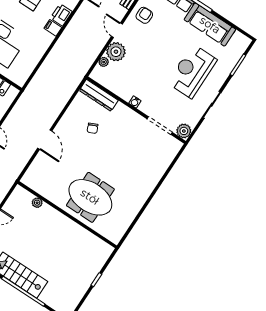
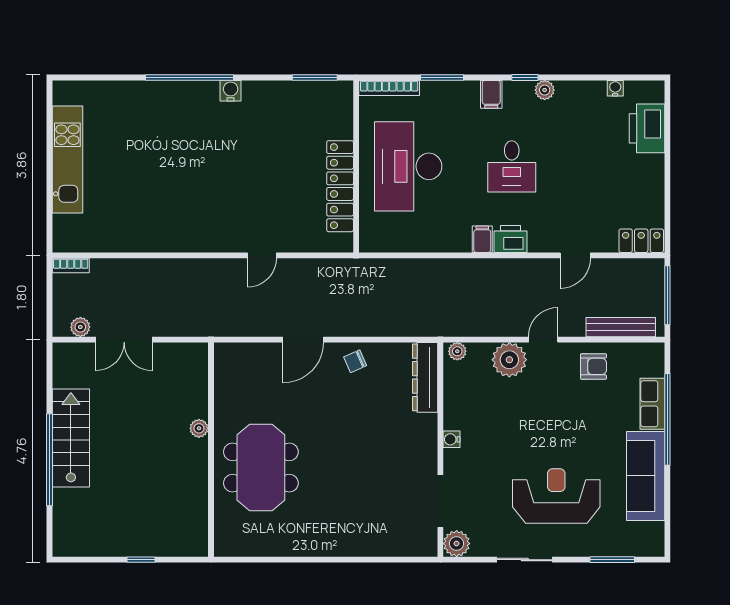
plant: (104, 62) -> (457, 351), moved
chair: (93, 128) -> (355, 361), moved
plant: (37, 203) -> (199, 428), moved

